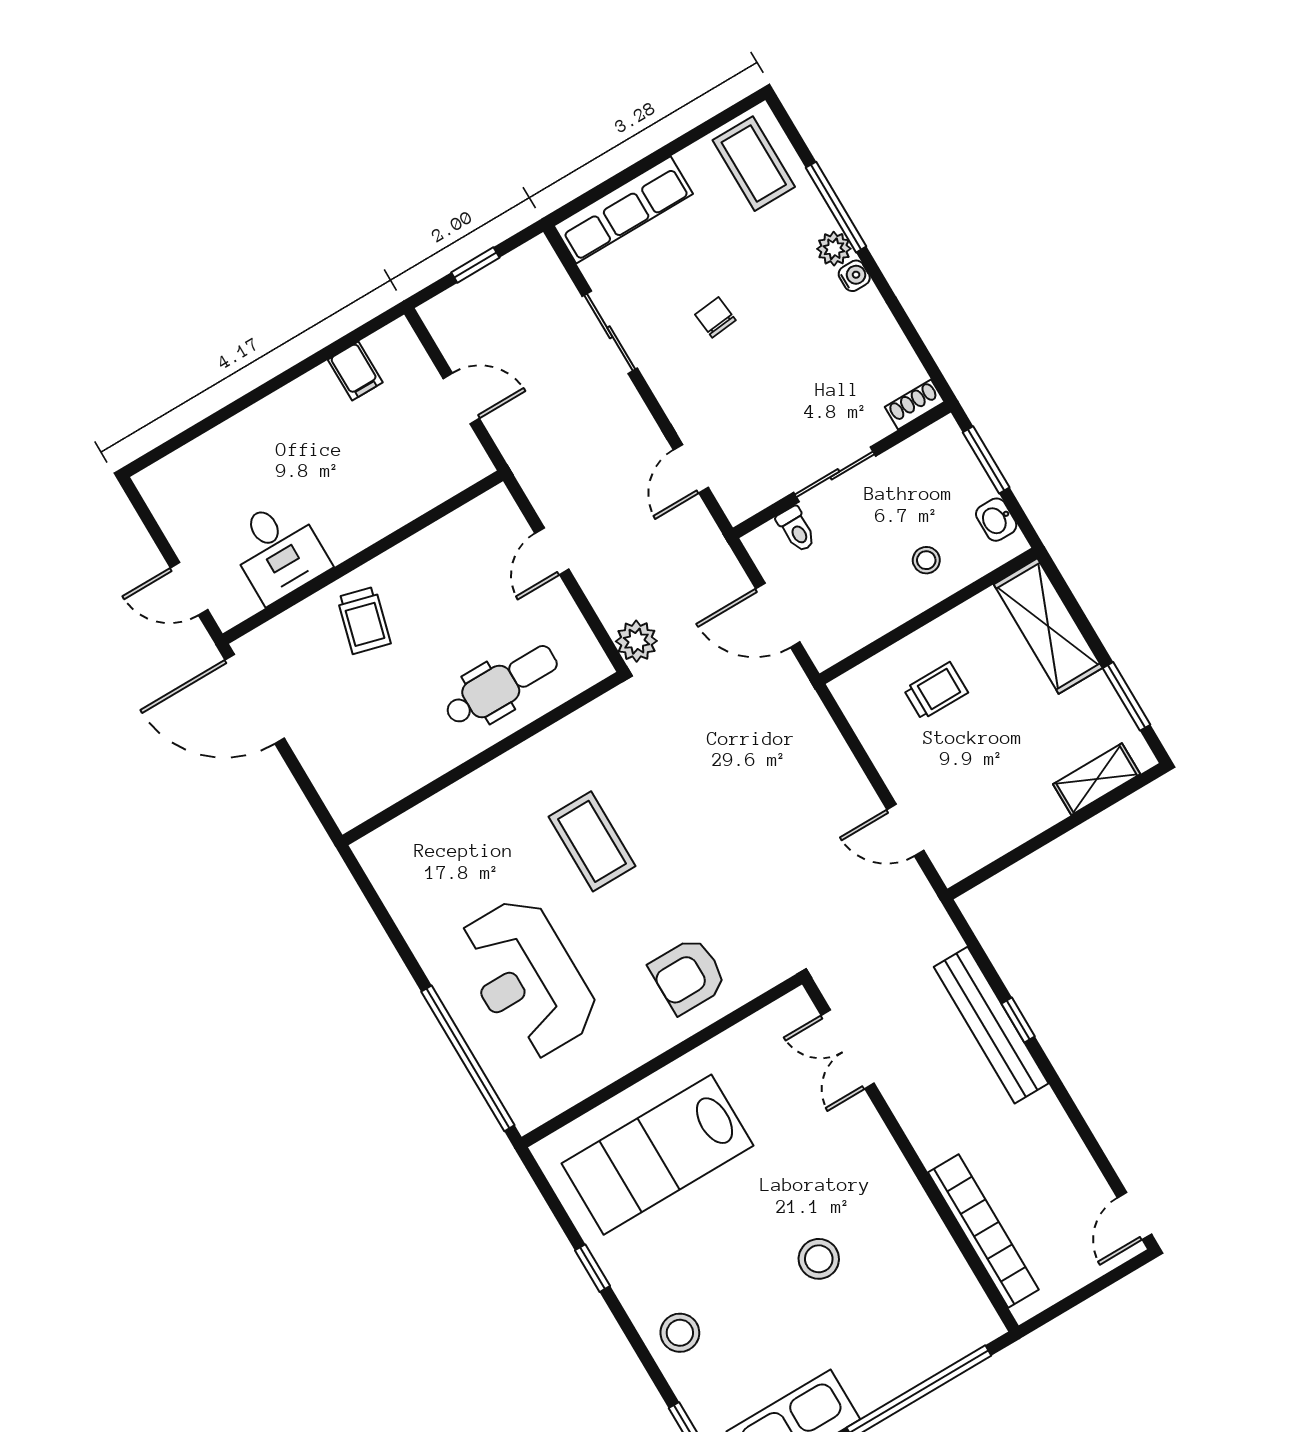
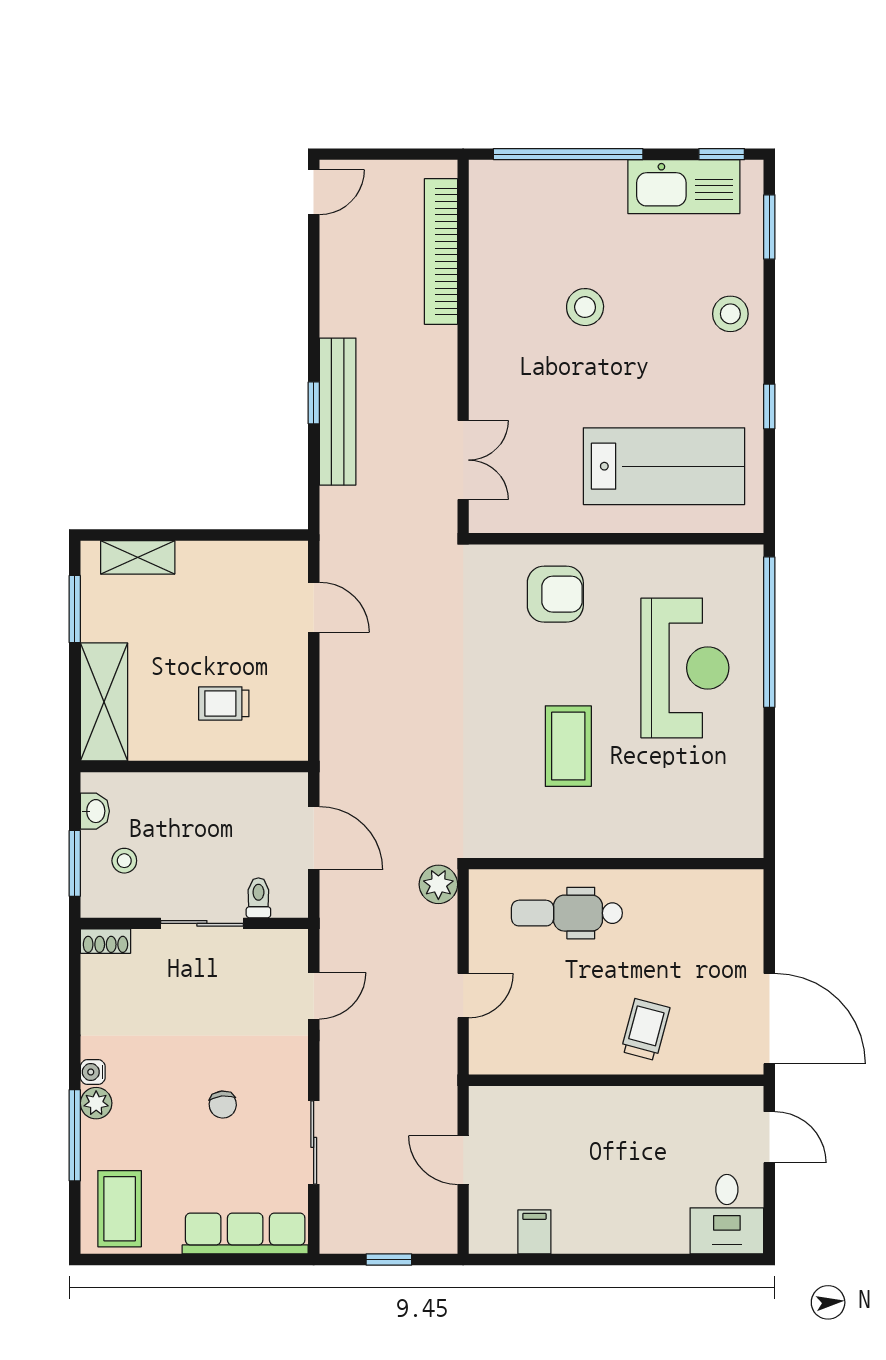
desk: (278, 551) -> (727, 1214), moved, turned 180
stool: (926, 560) -> (124, 861), moved

